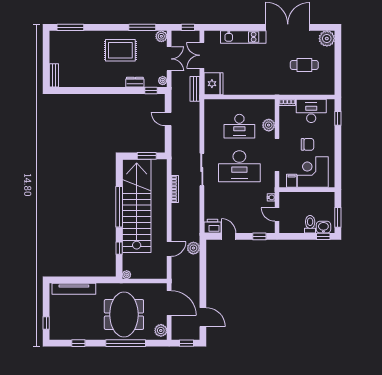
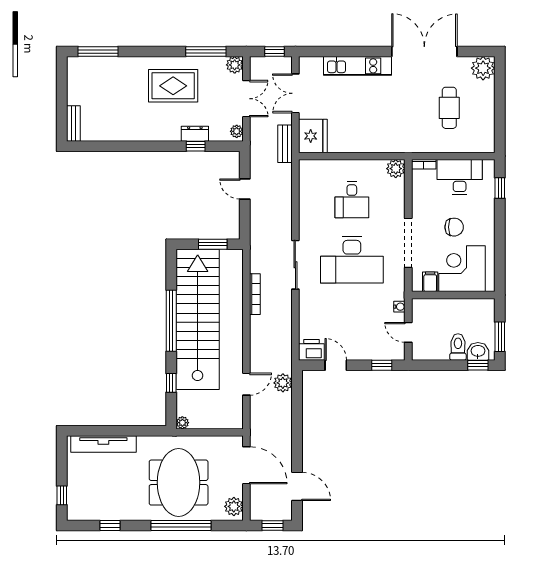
cafe table: (304, 65) -> (449, 108), turned 90
window: (151, 91) -> (196, 146), moved
plant: (269, 125) -> (396, 169), moved
desk: (239, 126) -> (352, 200), width x0.73

